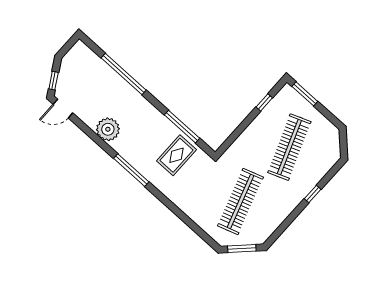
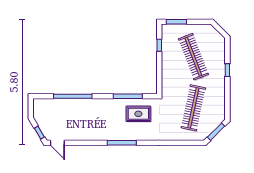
door: (63, 109) -> (57, 143), hinge flipped
plant: (108, 129) -> (91, 132), removed
rug: (177, 155) -> (138, 114), turned 90
clothes rail: (241, 201) -> (193, 108), turned 30

